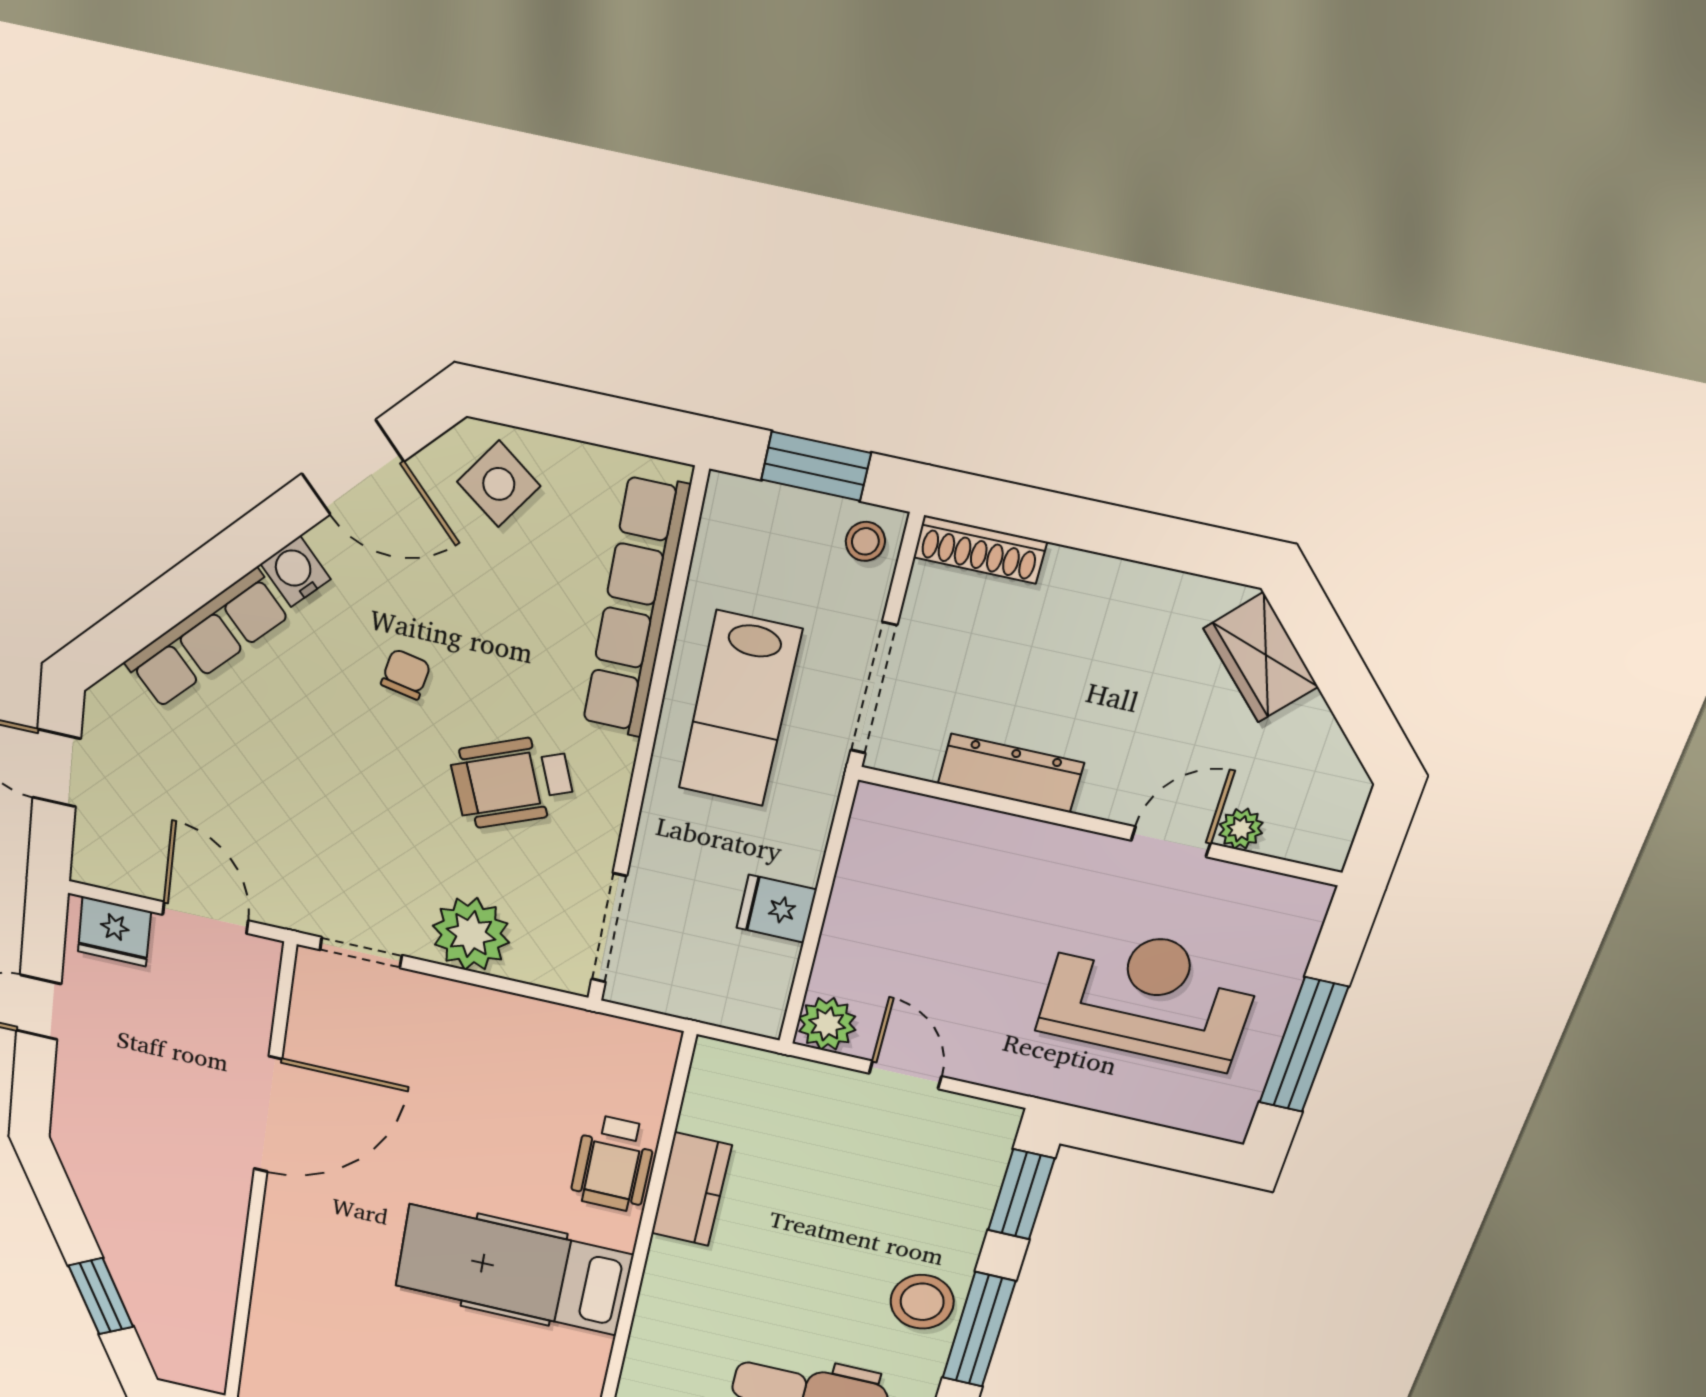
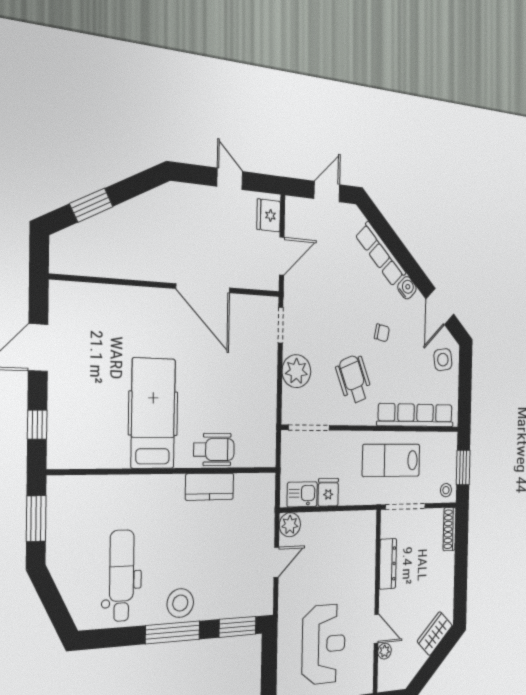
side table: (499, 484) -> (443, 360), turned 45
kitchen sink: (764, 978) -> (302, 494), added
wheelchair: (613, 1163) -> (214, 450), turned 180

